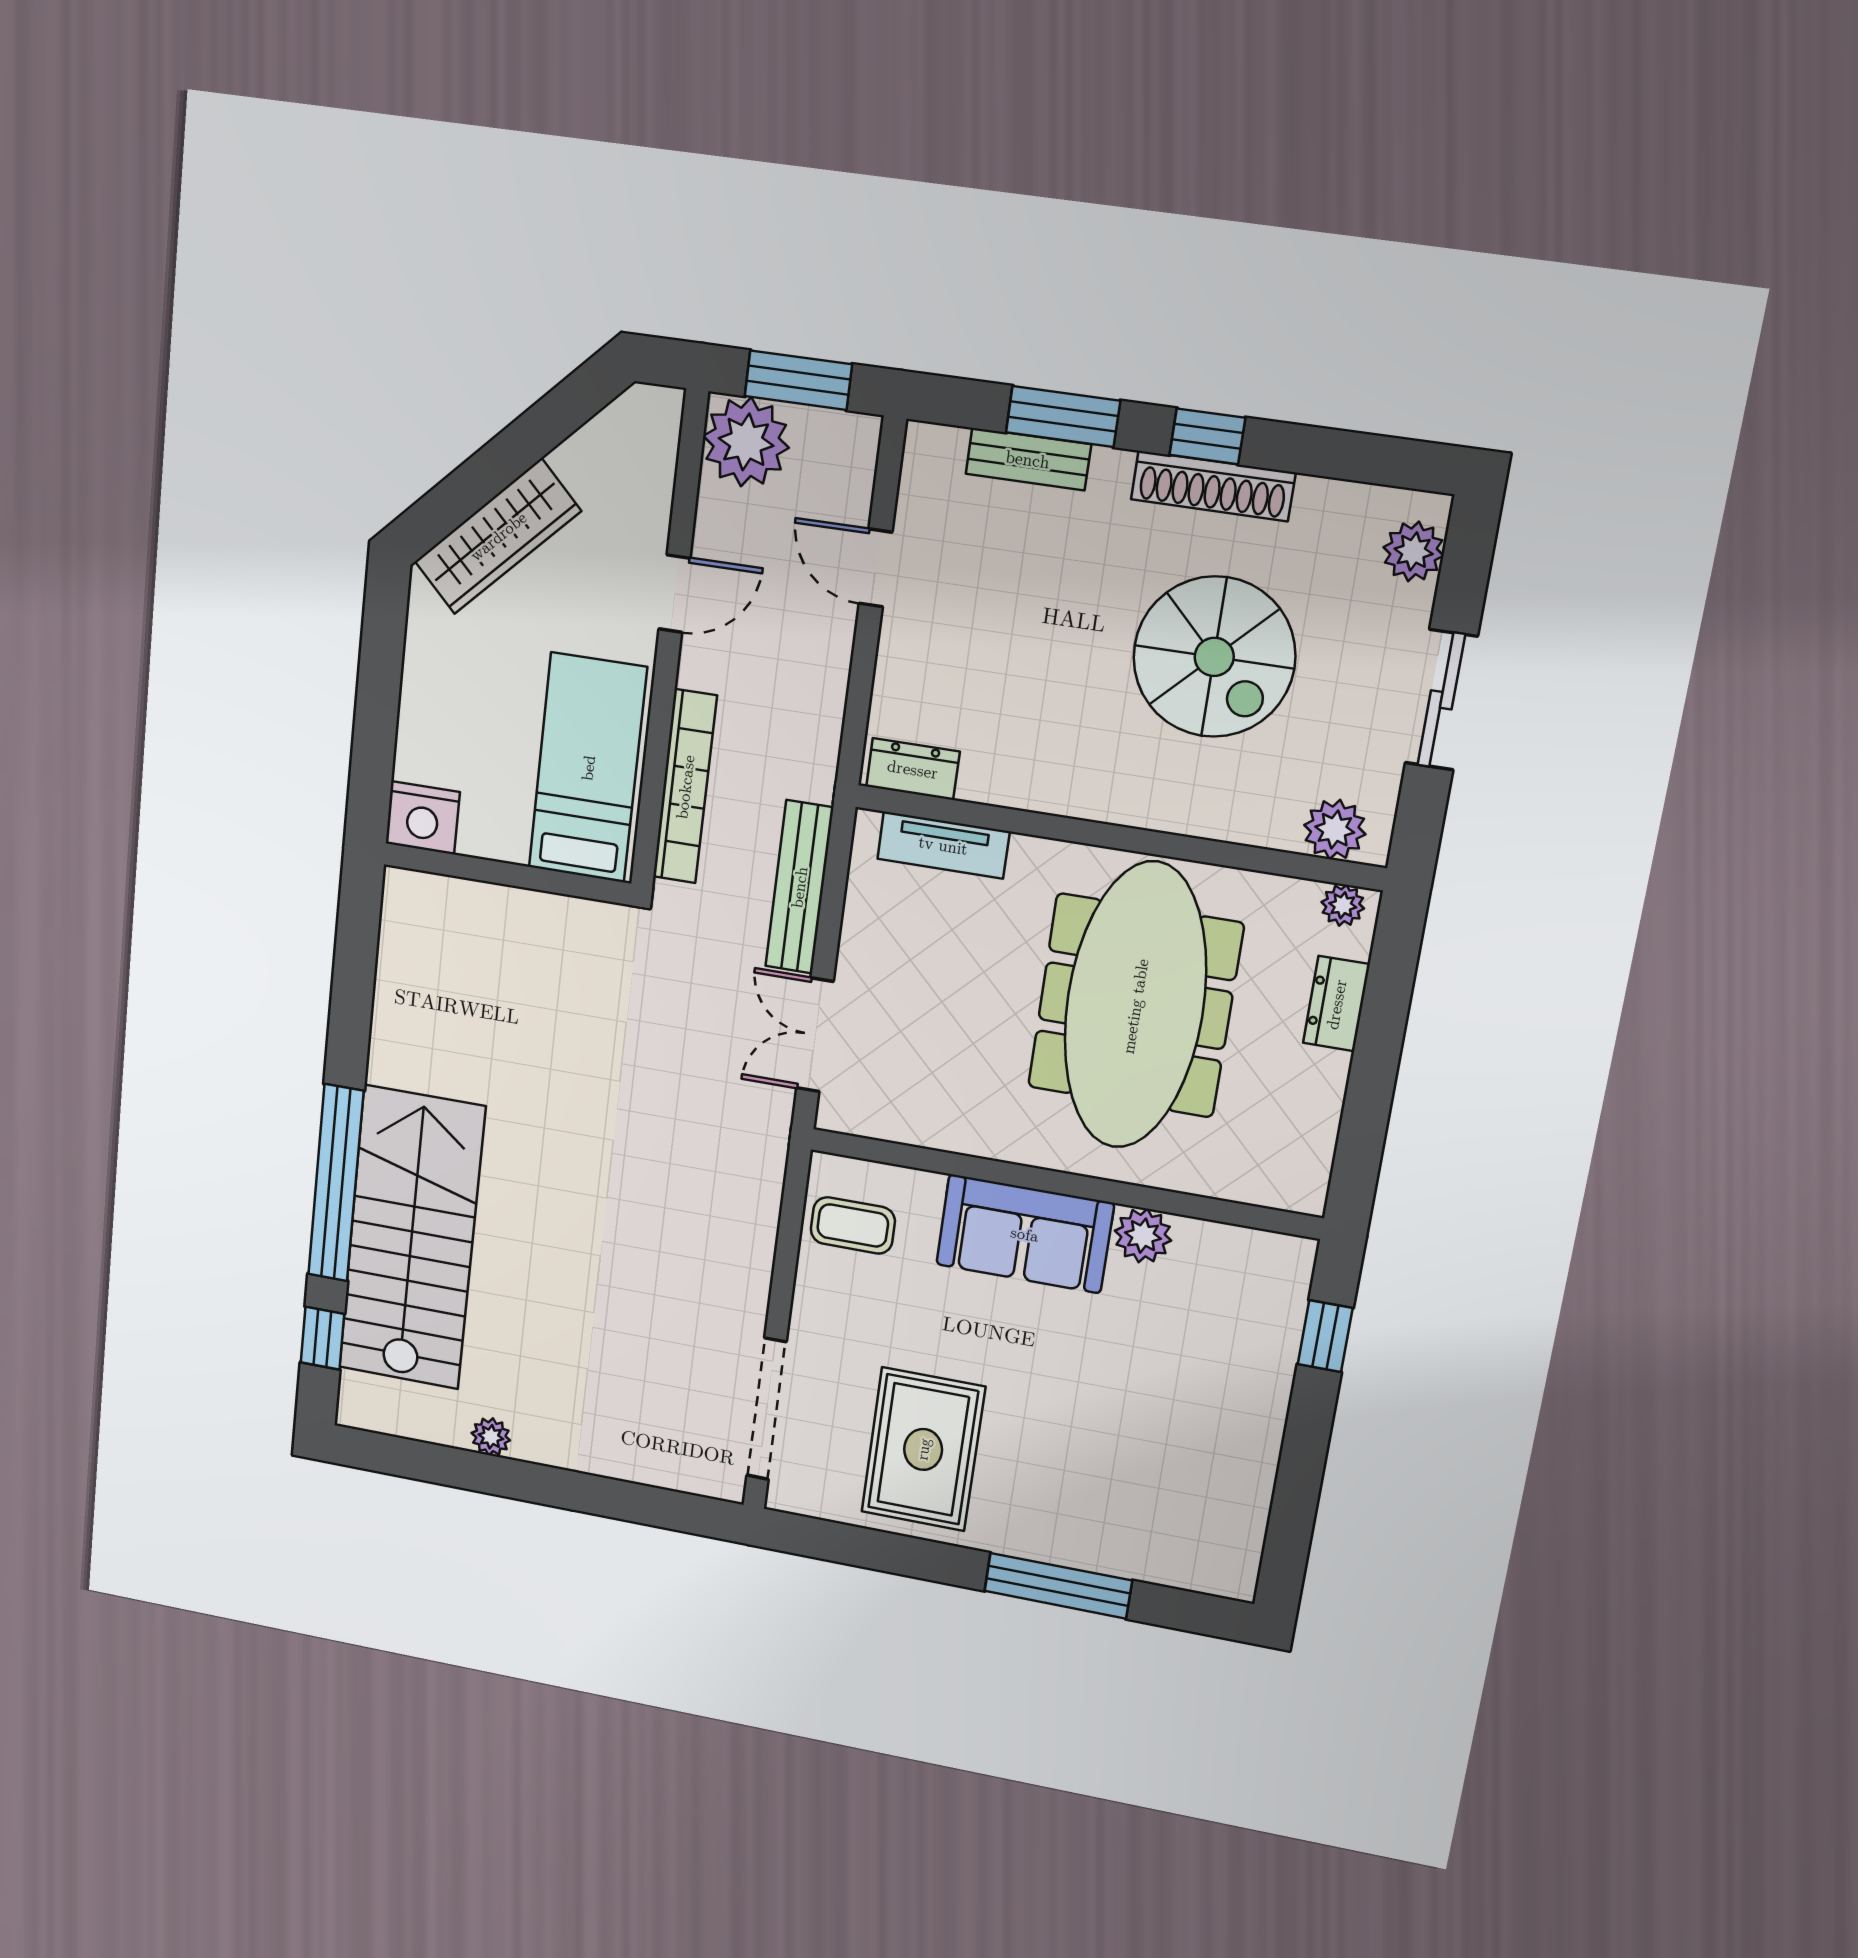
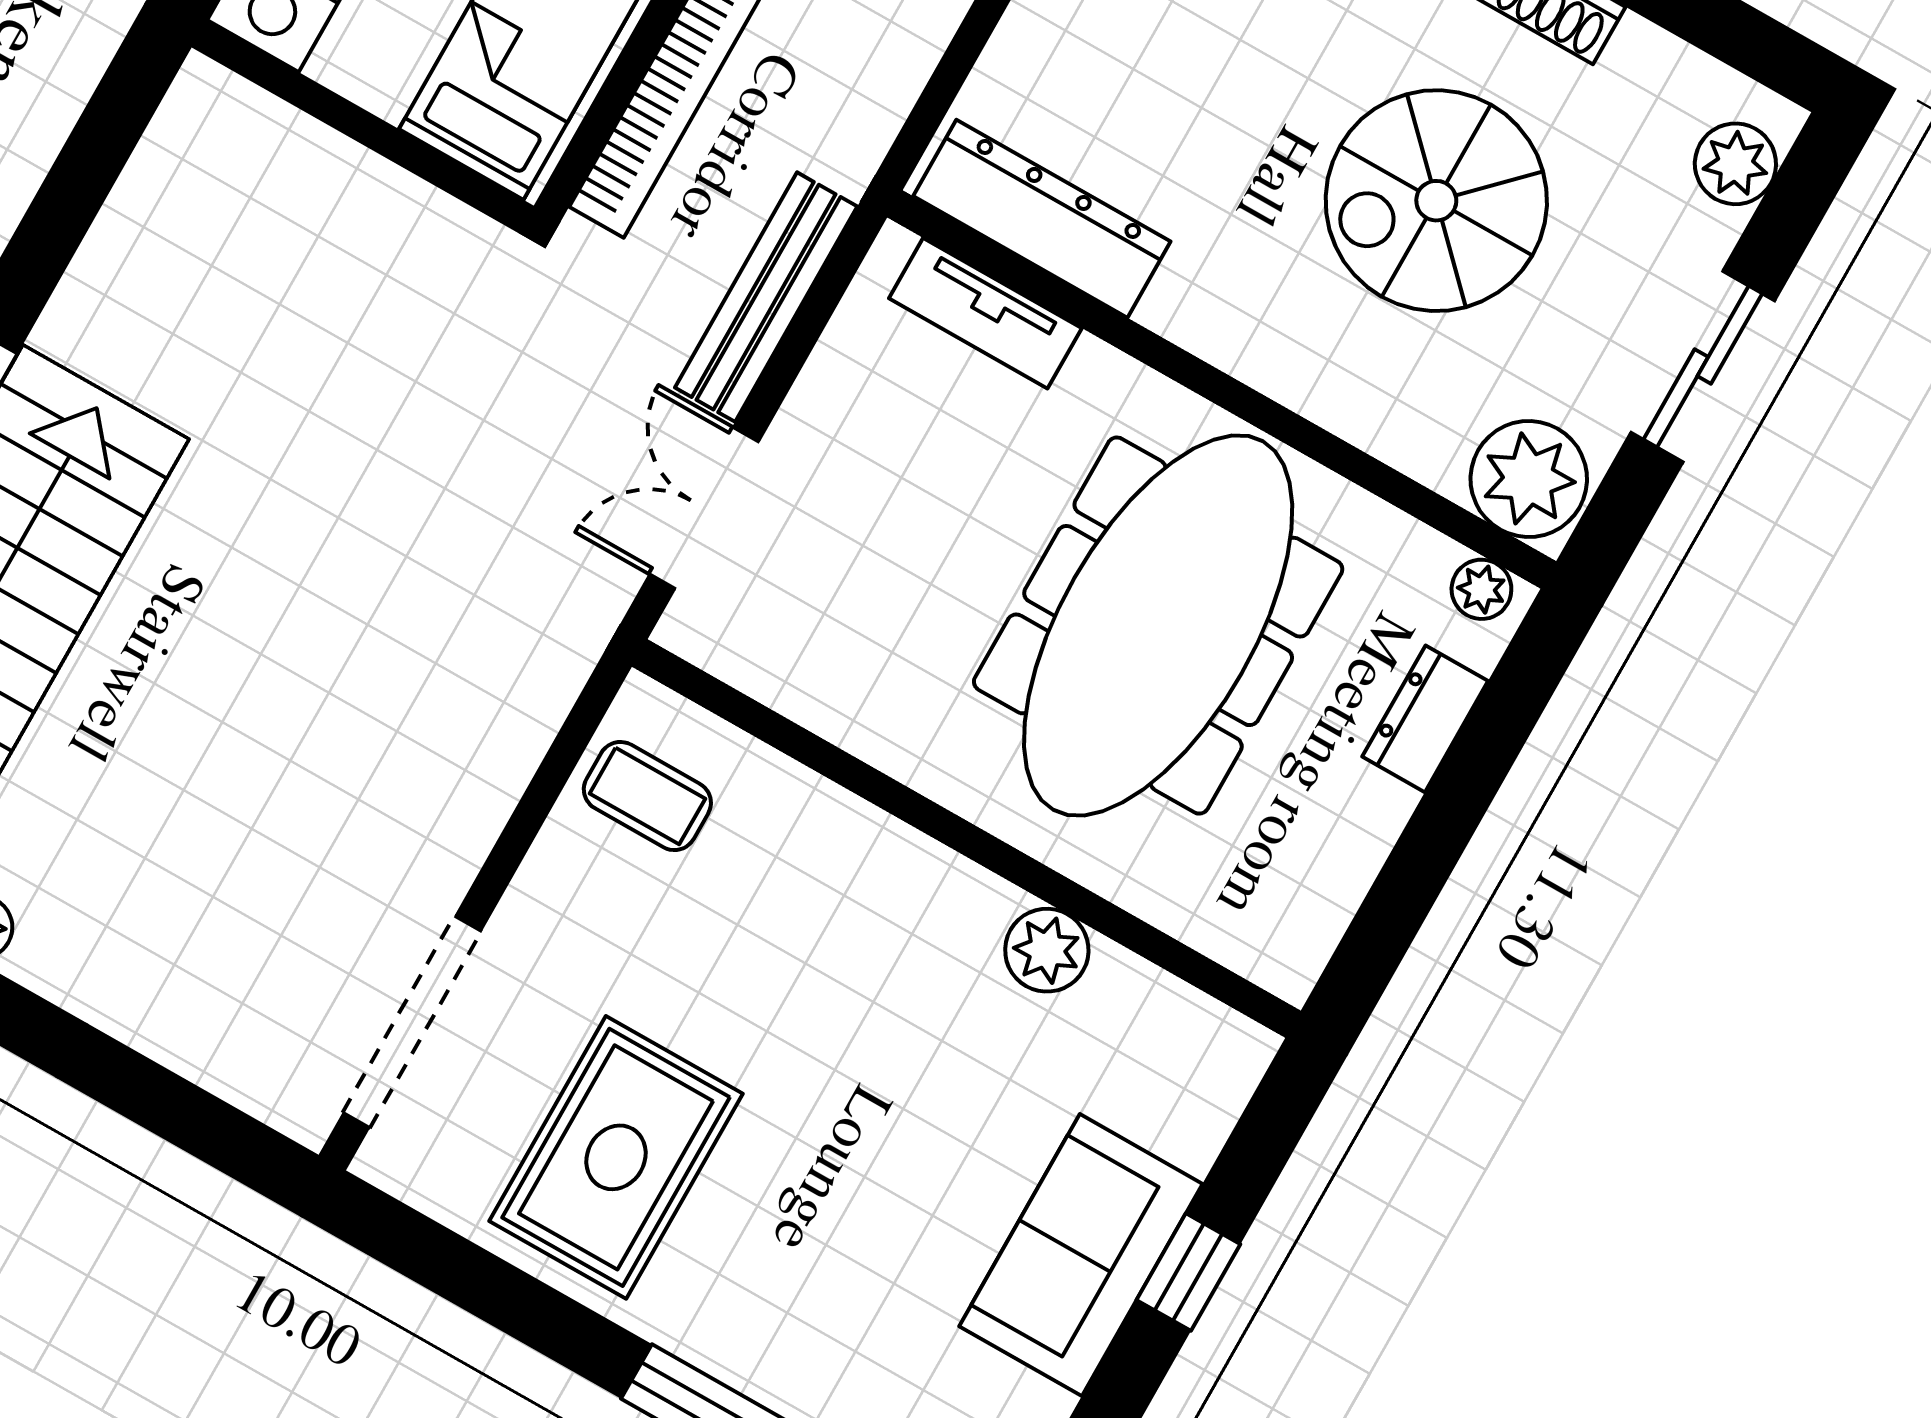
spiral stairs: (1214, 657) -> (1436, 201), turned 90
dresser: (913, 769) -> (1042, 219), width x1.96, depth x1.24
plant: (1335, 830) -> (1529, 479), width x1.36, depth x1.36
sofa: (1025, 1234) -> (1081, 1255), moved, turned 90
window: (1325, 1336) -> (1188, 1272), moved

